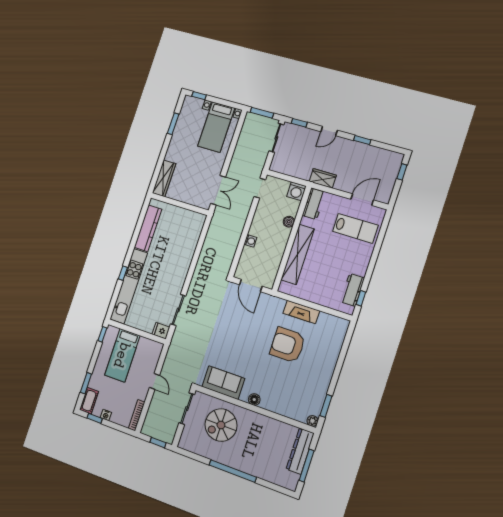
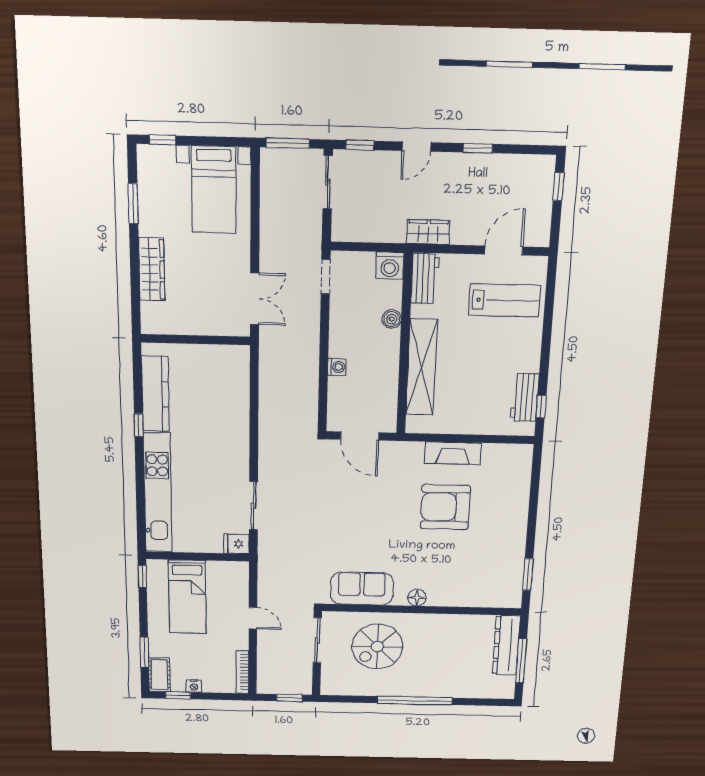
wardrobe: (164, 178) -> (152, 269), moved
window: (123, 273) -> (139, 425), moved
plant: (312, 421) -> (513, 600), removed

